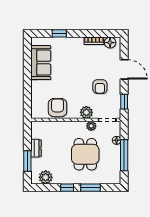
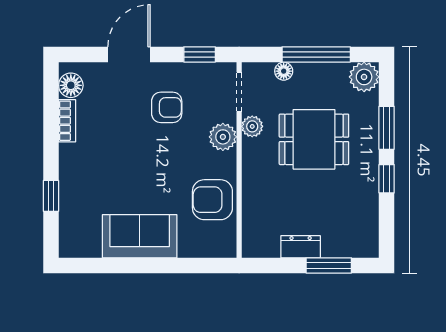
sofa: (41, 63) -> (140, 236), moved
plant: (46, 177) -> (364, 77), moved

